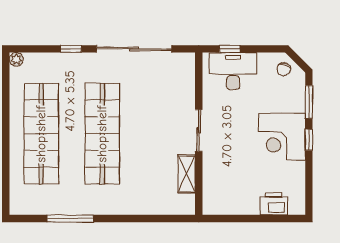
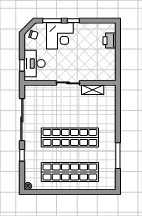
corner desk: (282, 137) -> (60, 36), moved

